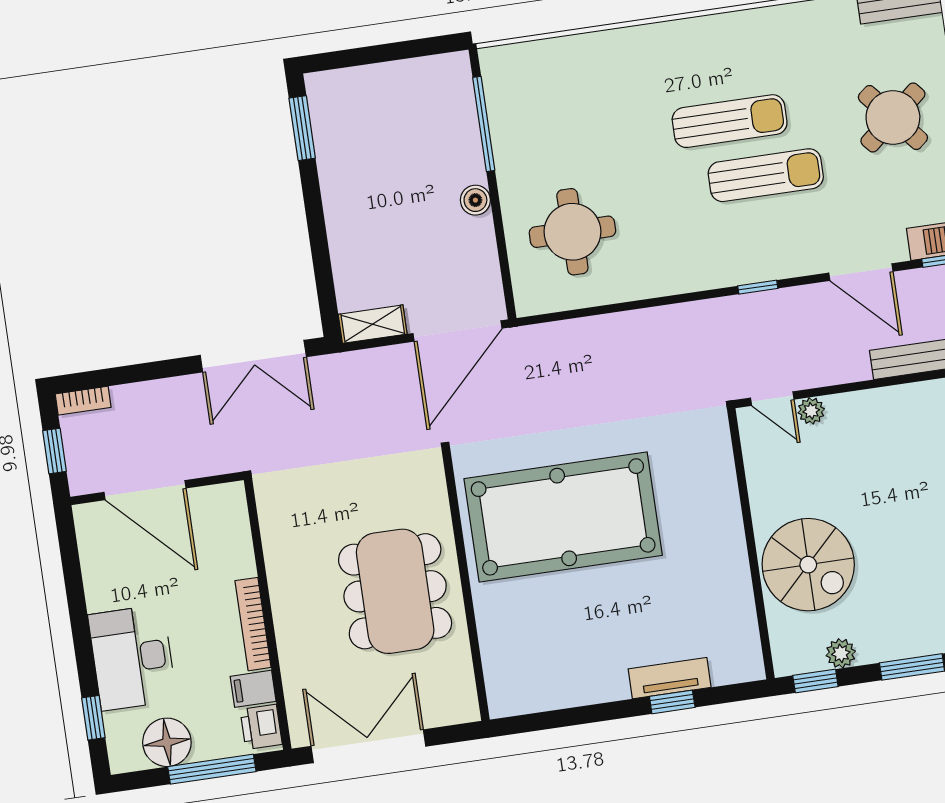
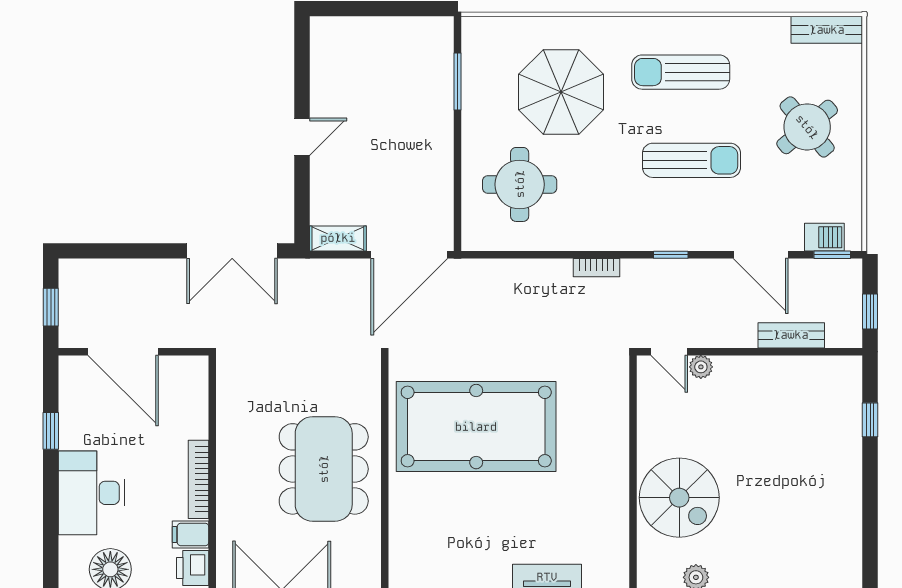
parasol: (605, 119) -> (561, 92), added
sun lounger: (730, 121) -> (681, 72), moved, turned 180
window: (484, 124) -> (457, 82), width x0.69
window: (302, 128) -> (302, 63), removed
boiler: (475, 200) -> (441, 145), removed
door: (315, 213) -> (302, 137), added
bookcase: (83, 401) -> (597, 268), moved
window: (93, 718) -> (51, 431), moved

